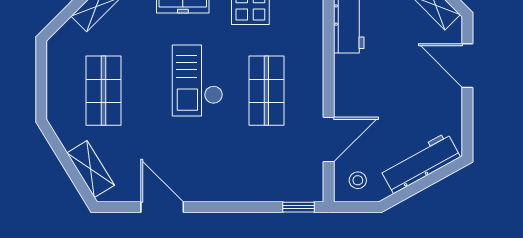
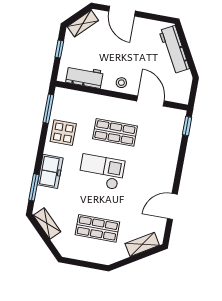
door: (467, 66) -> (122, 11), hinge flipped
checkout: (197, 80) -> (101, 172), turned 180
stool: (358, 180) -> (121, 83), moved

